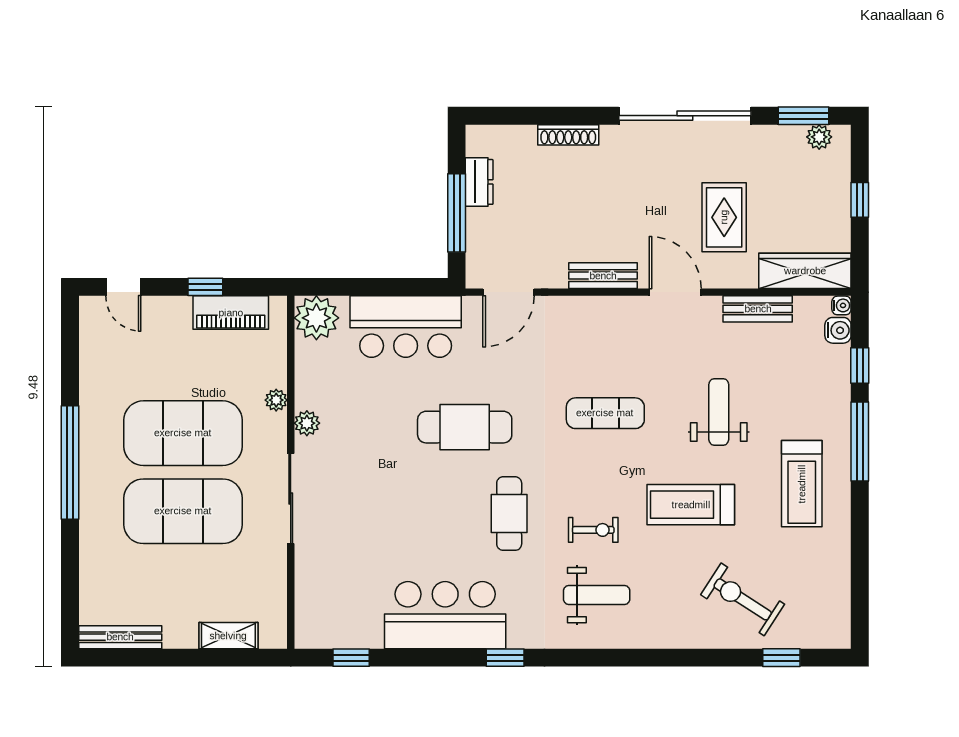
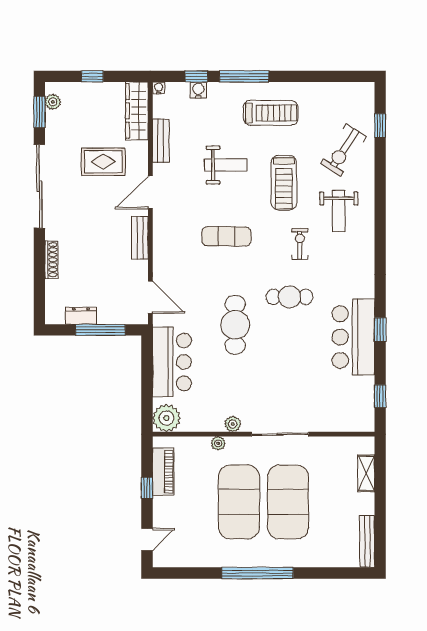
water cooler: (838, 330) -> (198, 90), moved
weight bench: (719, 412) -> (226, 165), turned 180
exercise mat: (605, 413) -> (226, 236), turned 90
weight bench: (597, 595) -> (339, 211), moved, turned 180
window: (505, 658) -> (380, 330), moved

